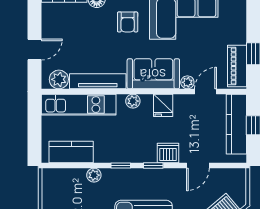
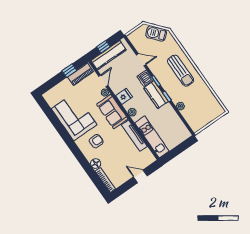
plant: (59, 79) -> (147, 155), removed
door: (206, 91) -> (103, 81), swing flipped
kitchen counter: (71, 152) -> (156, 95), moved

